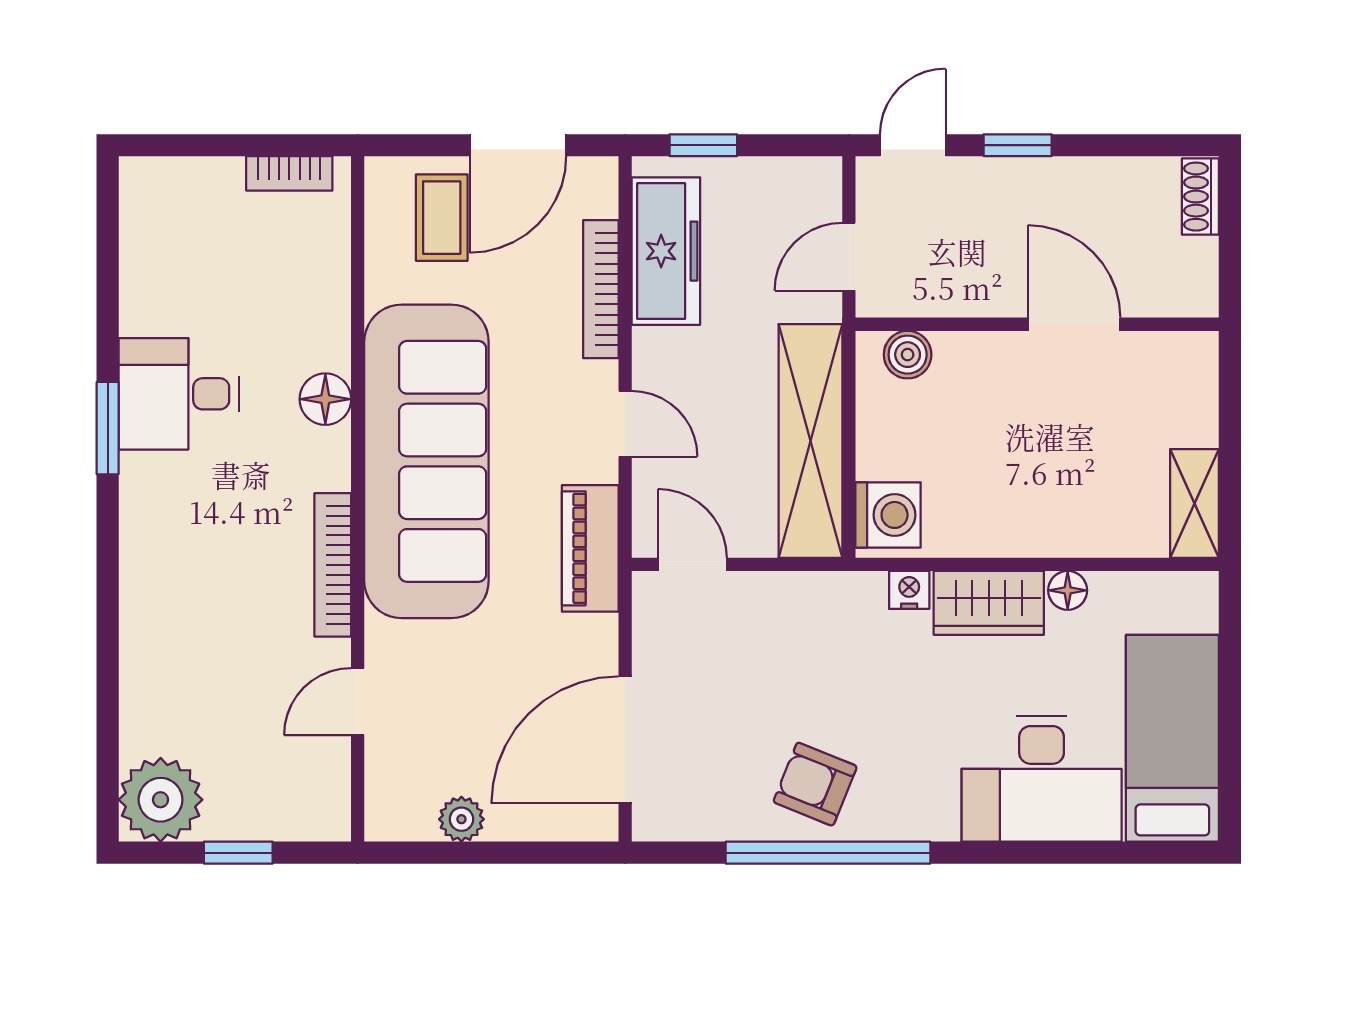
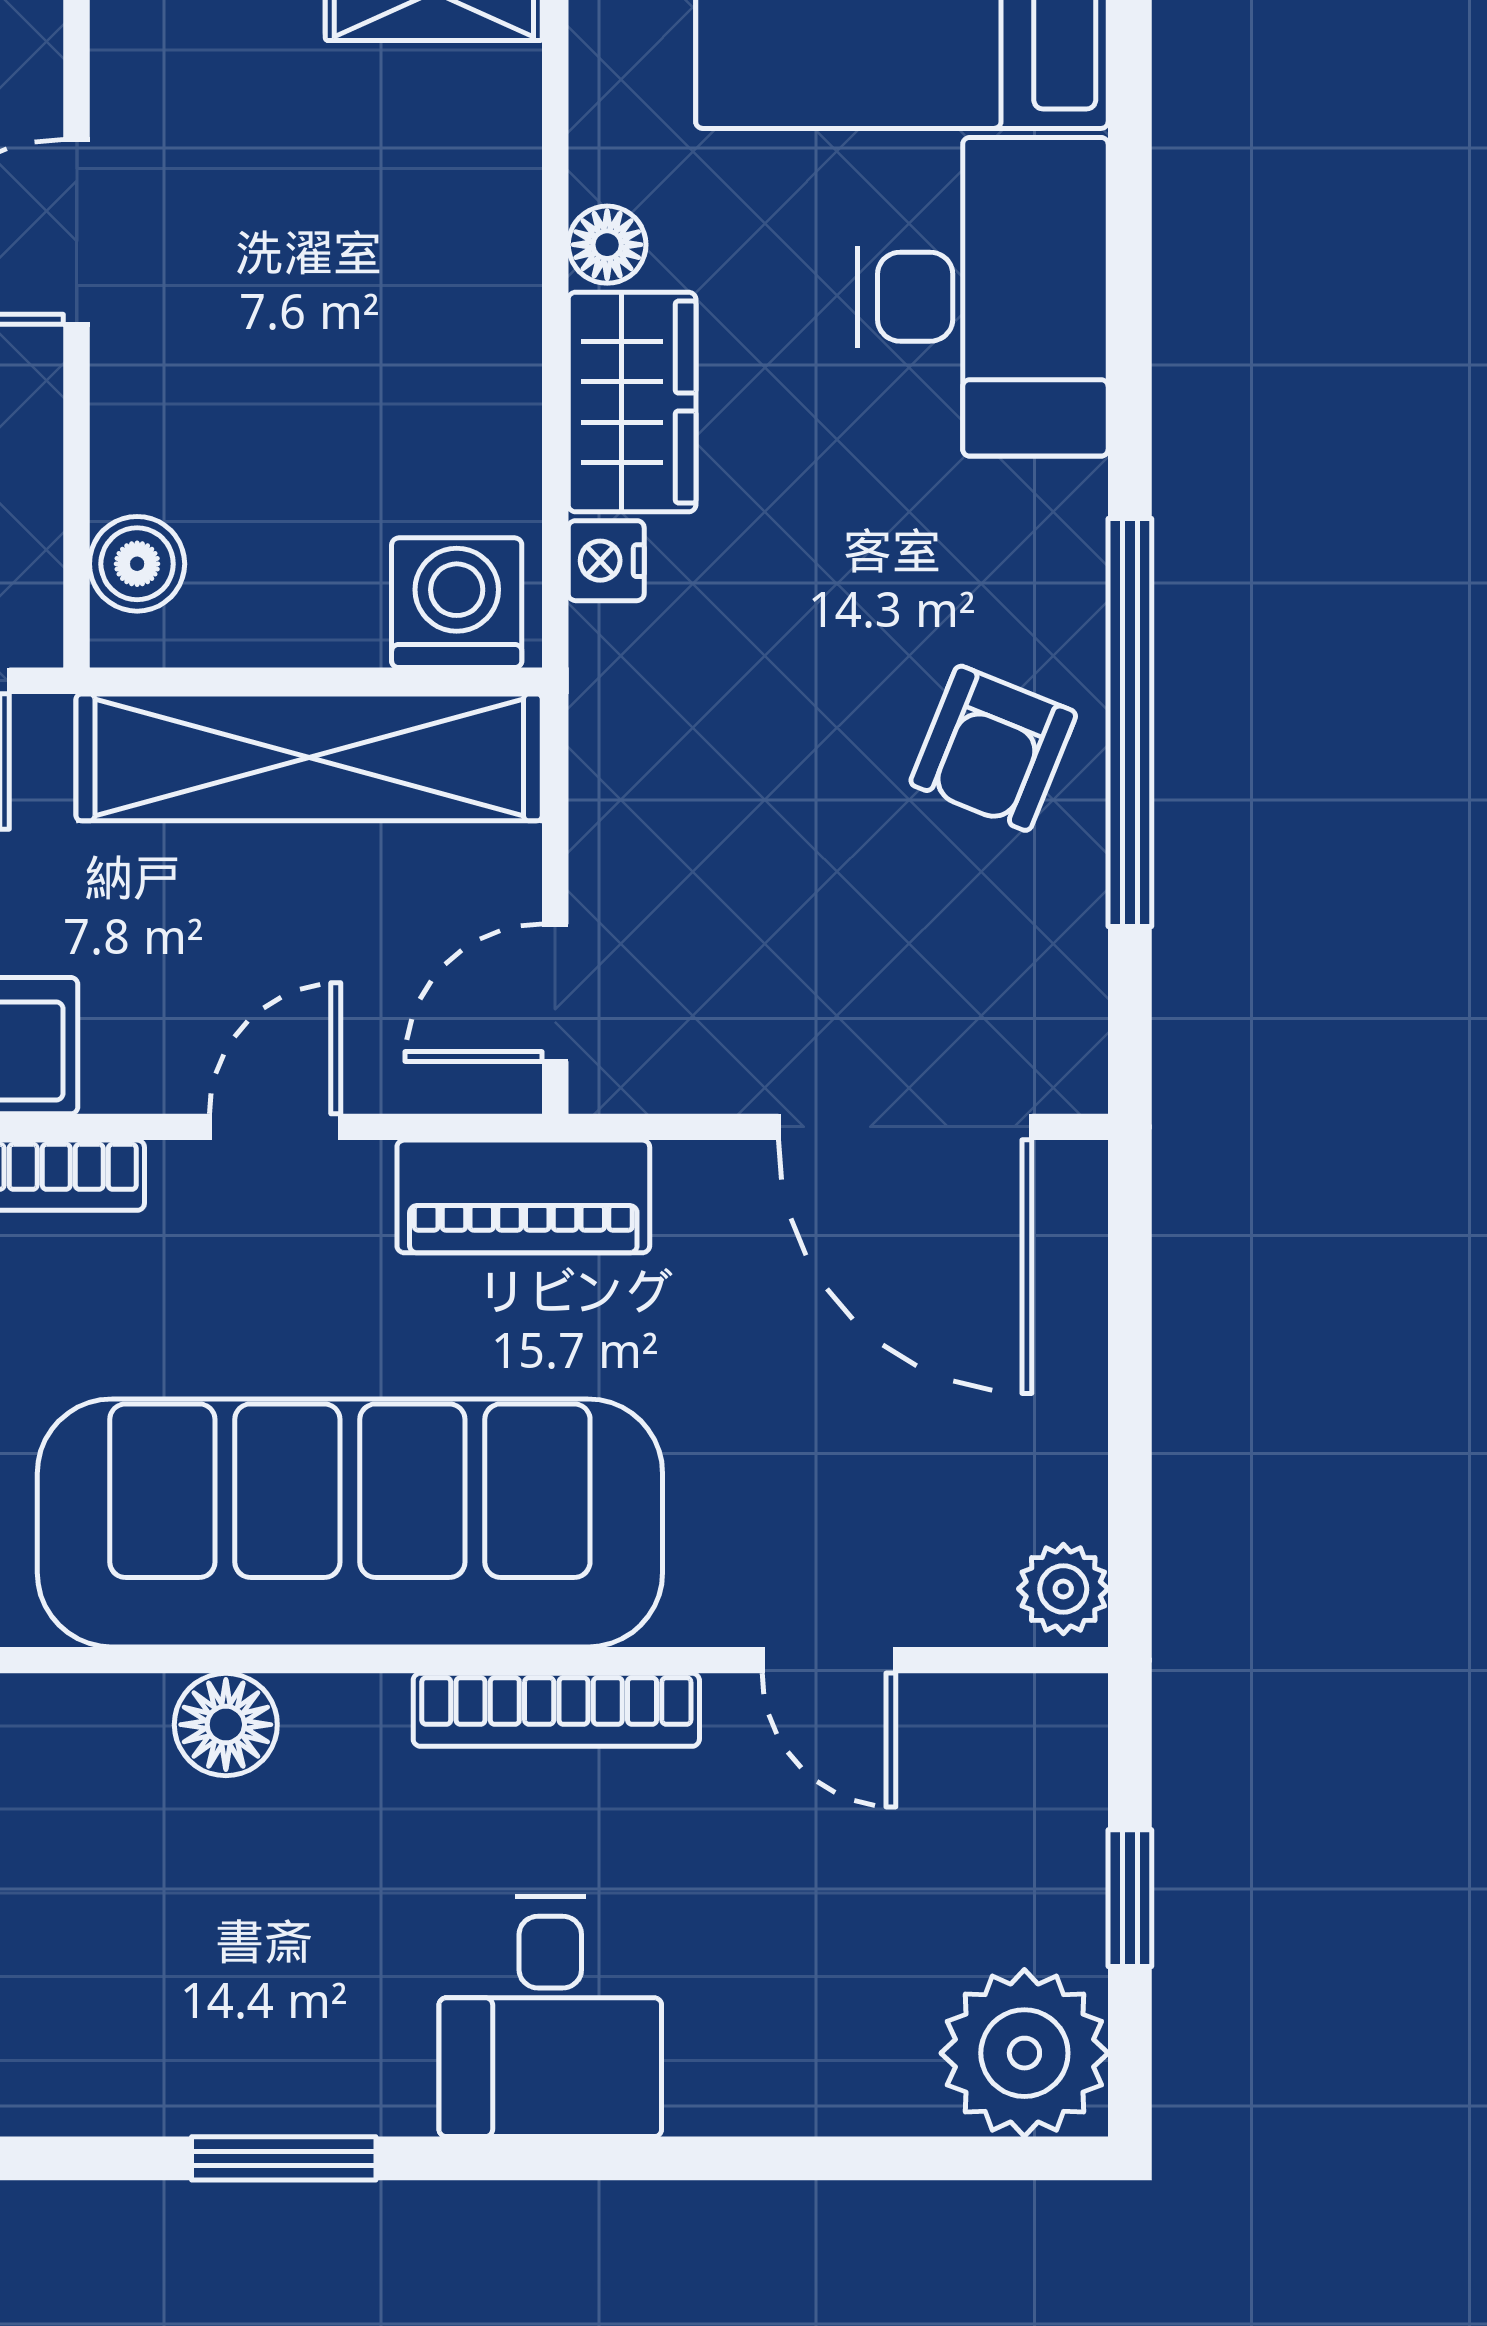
desk: (179, 394) -> (550, 2017), moved
plant: (461, 819) -> (1063, 1589), moved

